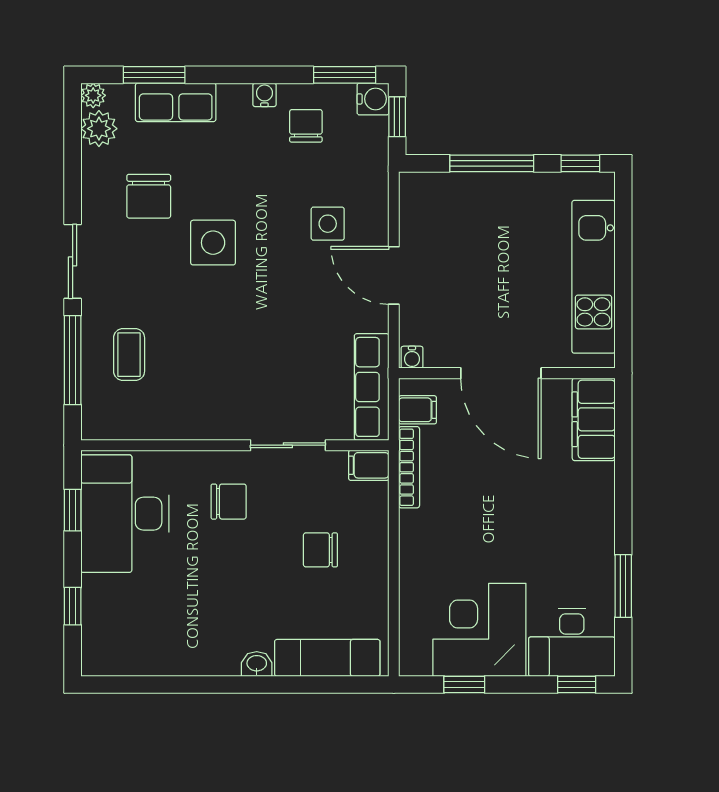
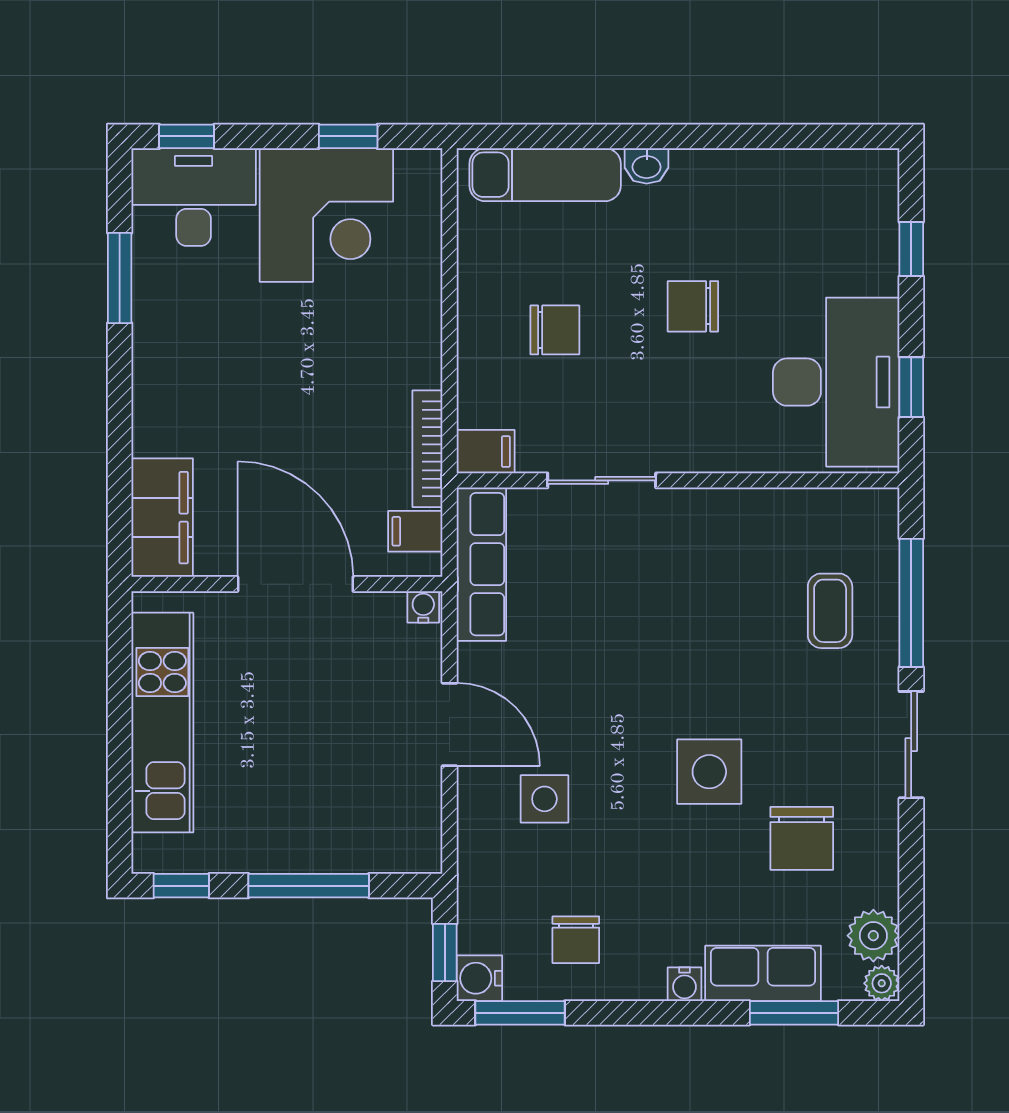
water cooler: (264, 95) -> (685, 984), moved
chair: (149, 196) -> (802, 838), turned 180
chair: (229, 502) -> (693, 306), moved

